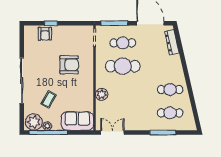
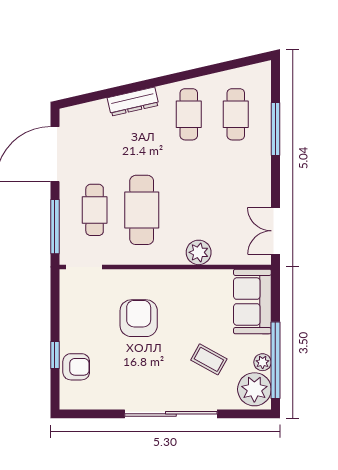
dresser: (172, 42) -> (133, 102), moved

